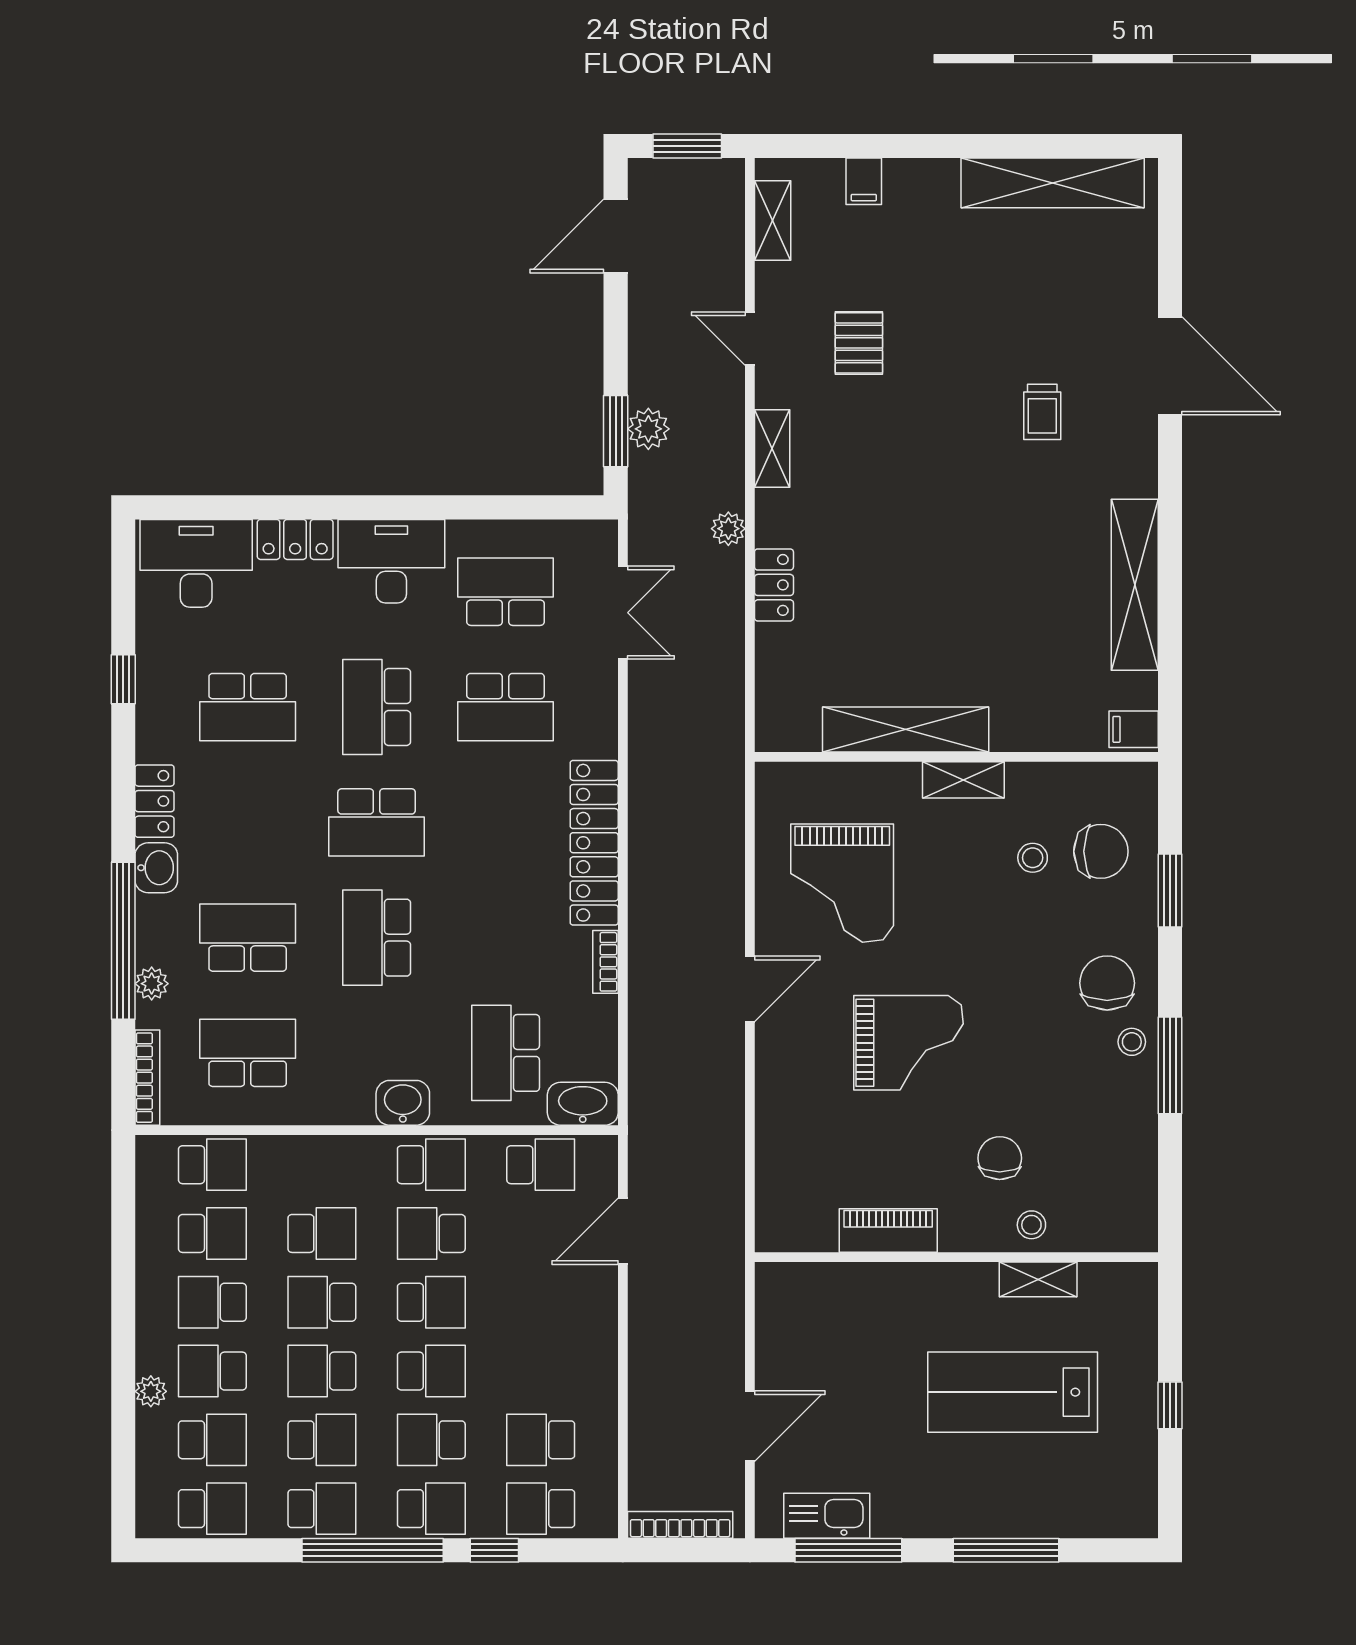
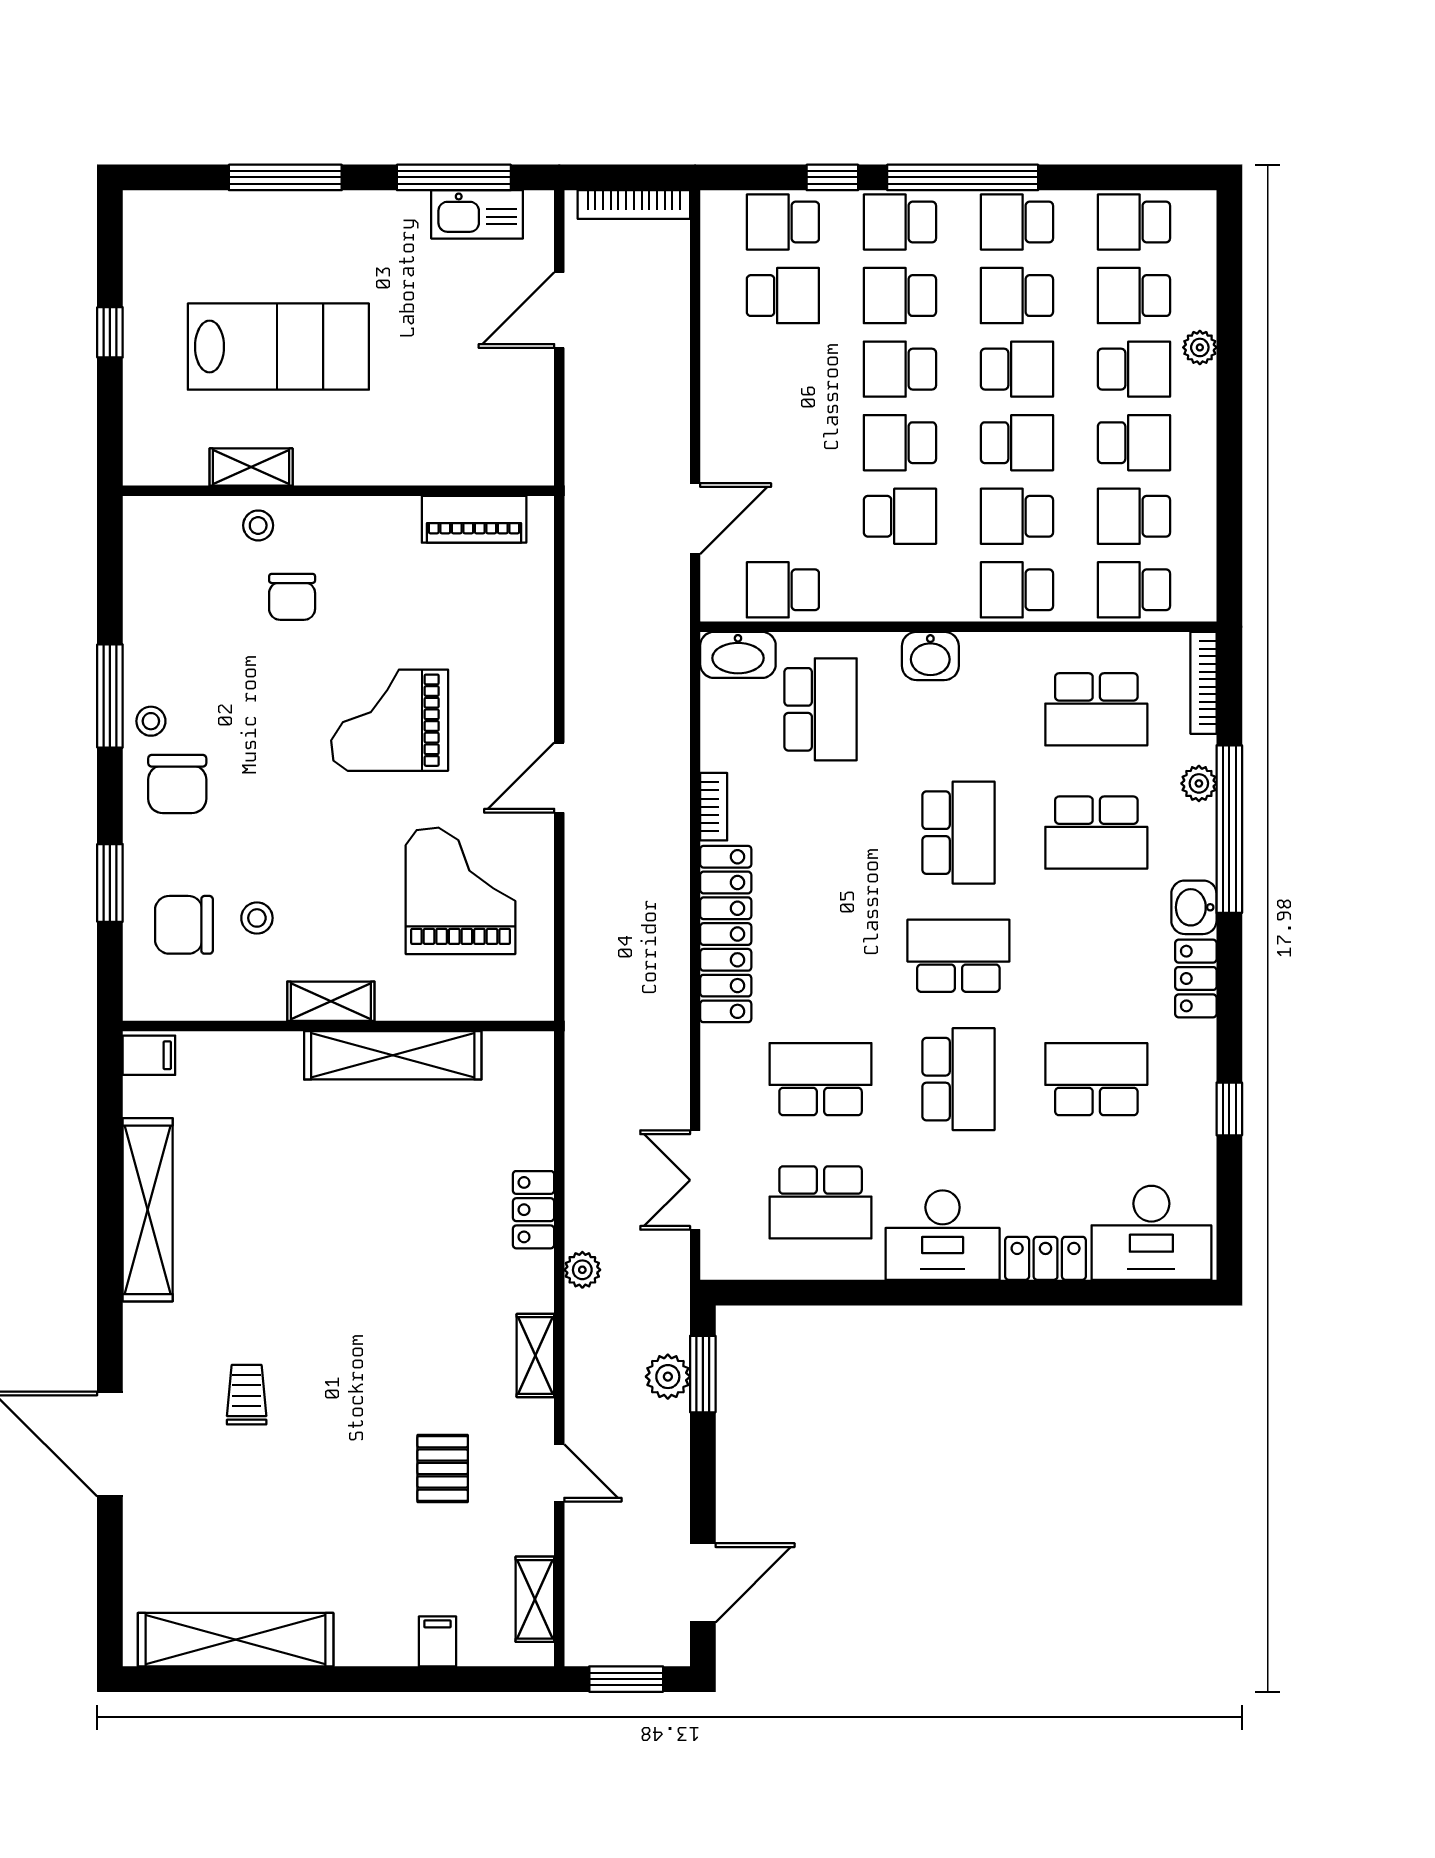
school desk: (431, 1165) -> (1017, 590), moved
piano: (888, 1231) -> (474, 519), moved
school desk: (431, 1440) -> (900, 296), turned 180
school desk: (541, 1509) -> (783, 222), turned 180

